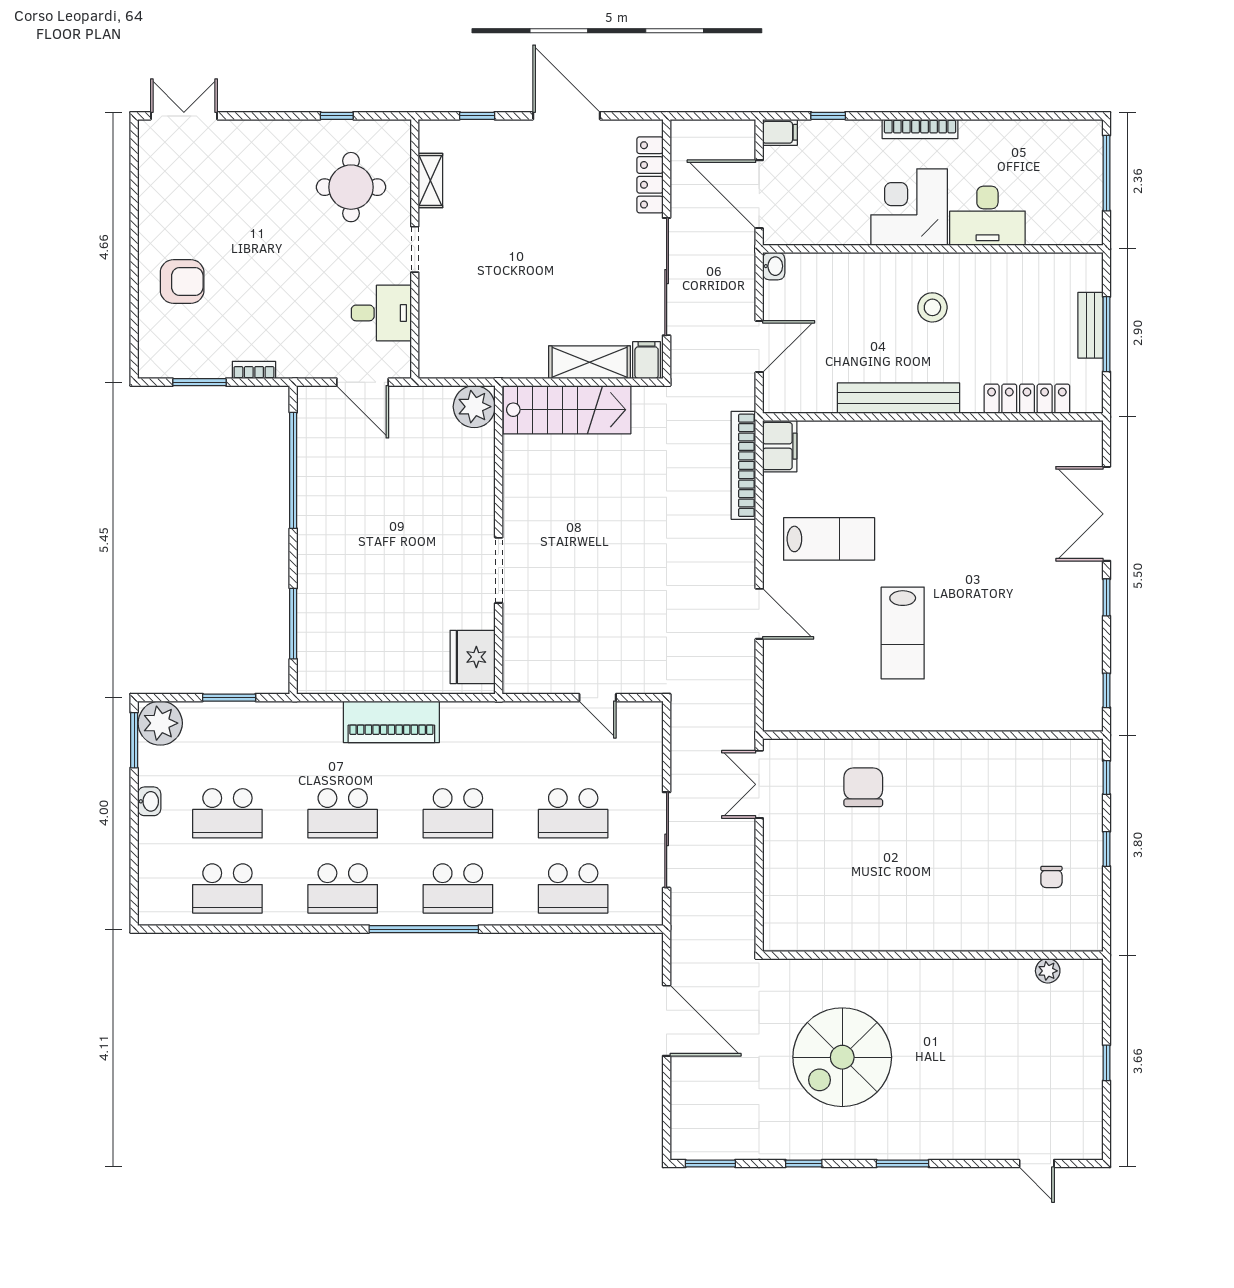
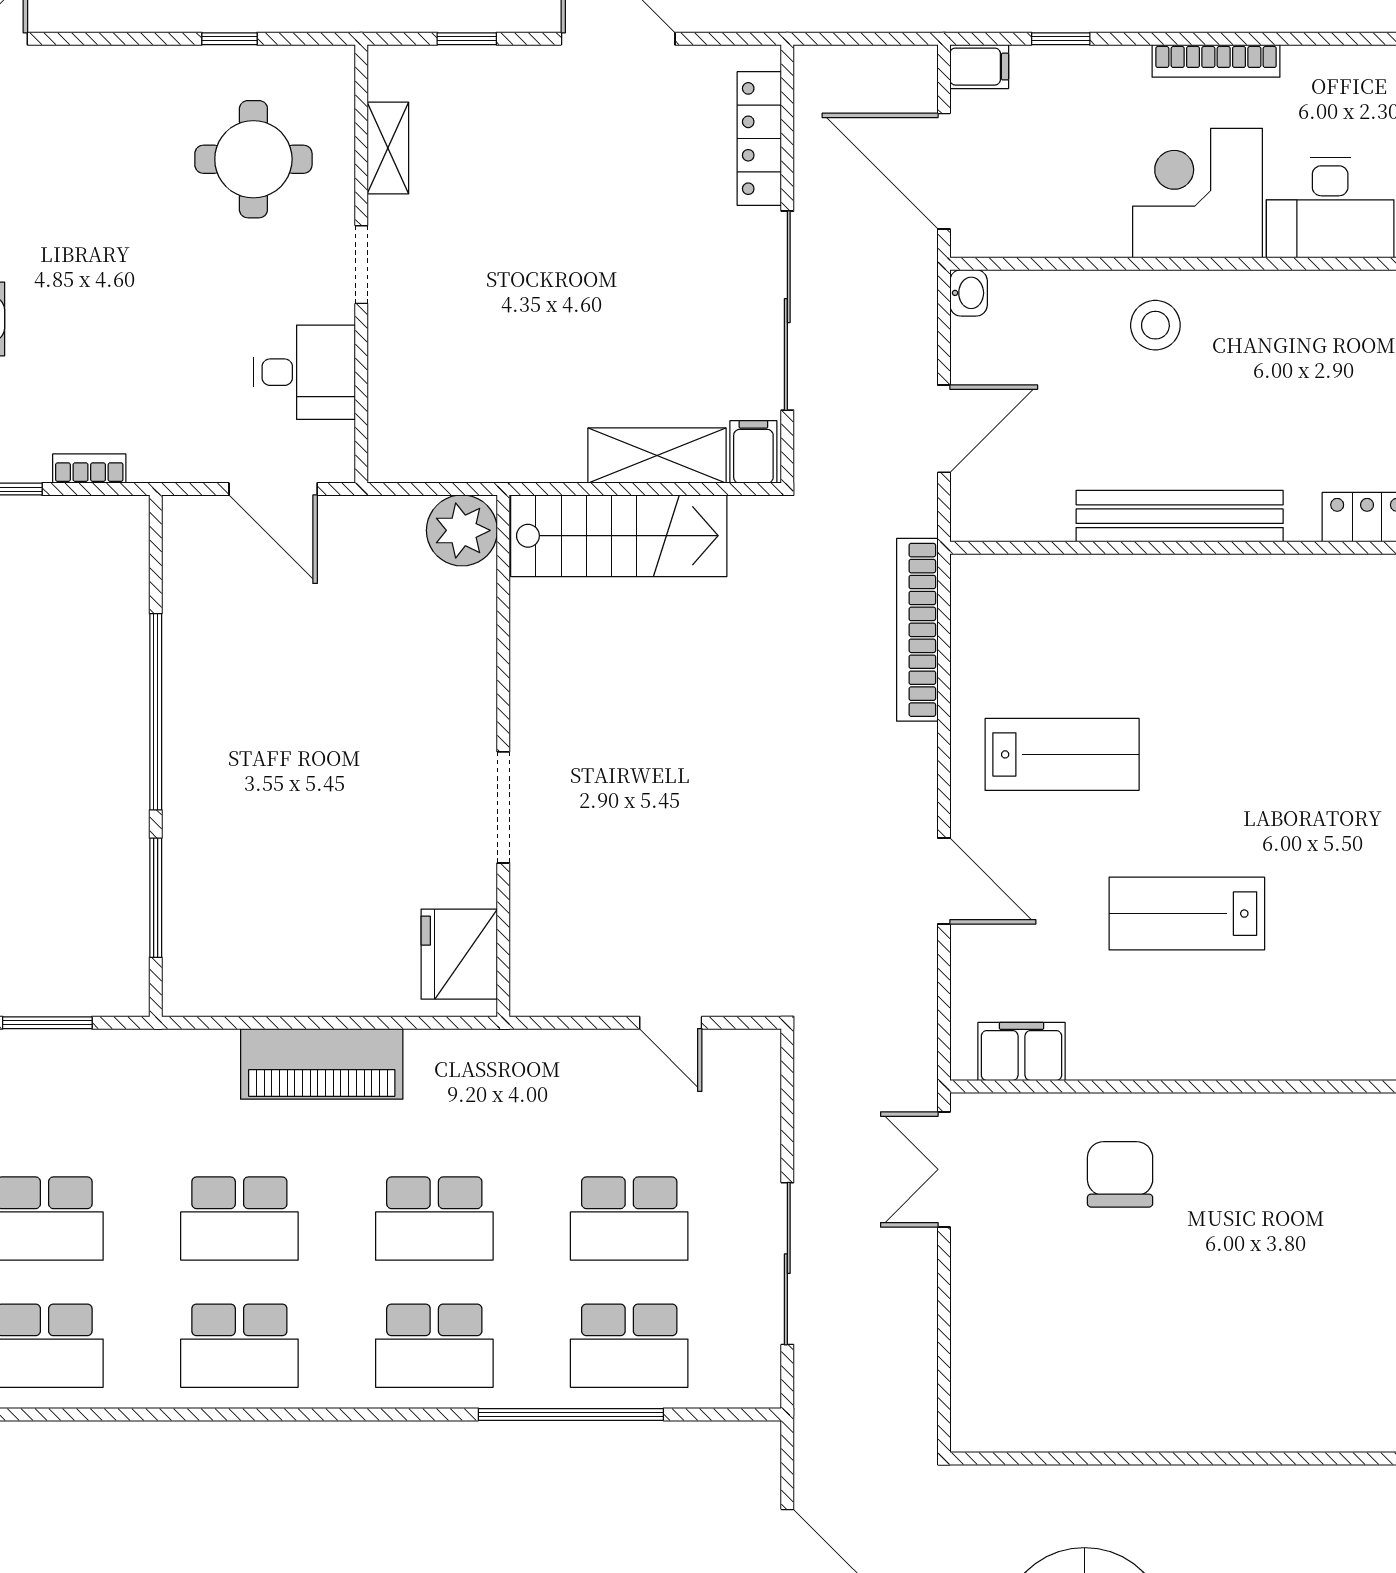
stool: (932, 307) -> (1155, 325), moved
filing cabinet: (780, 446) -> (1022, 1051), moved, turned -90
window: (293, 470) -> (156, 712), moved
lab bench: (903, 633) -> (1187, 914), turned 90
window: (424, 929) -> (571, 1414), moved

